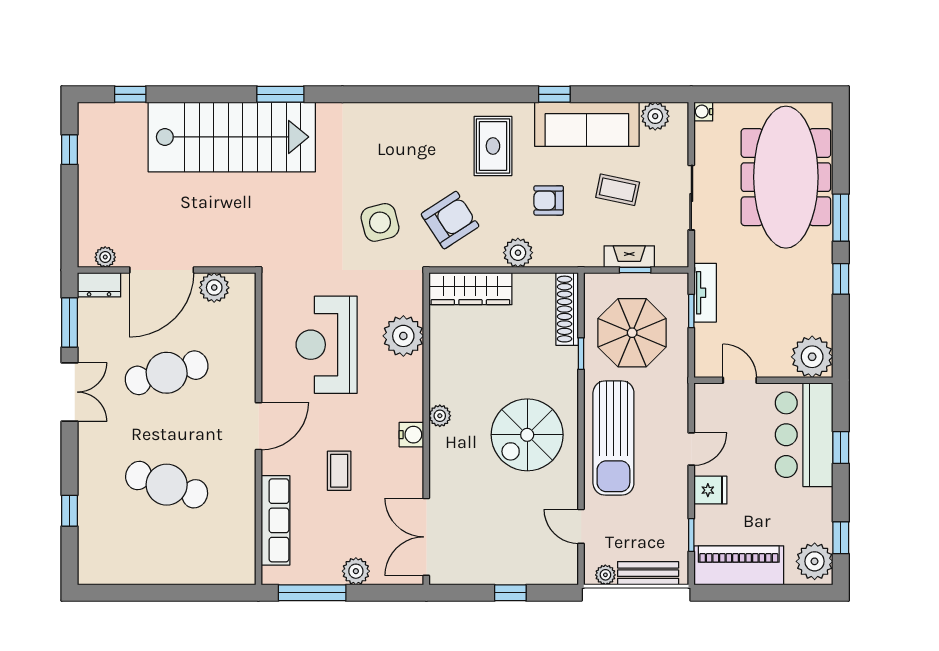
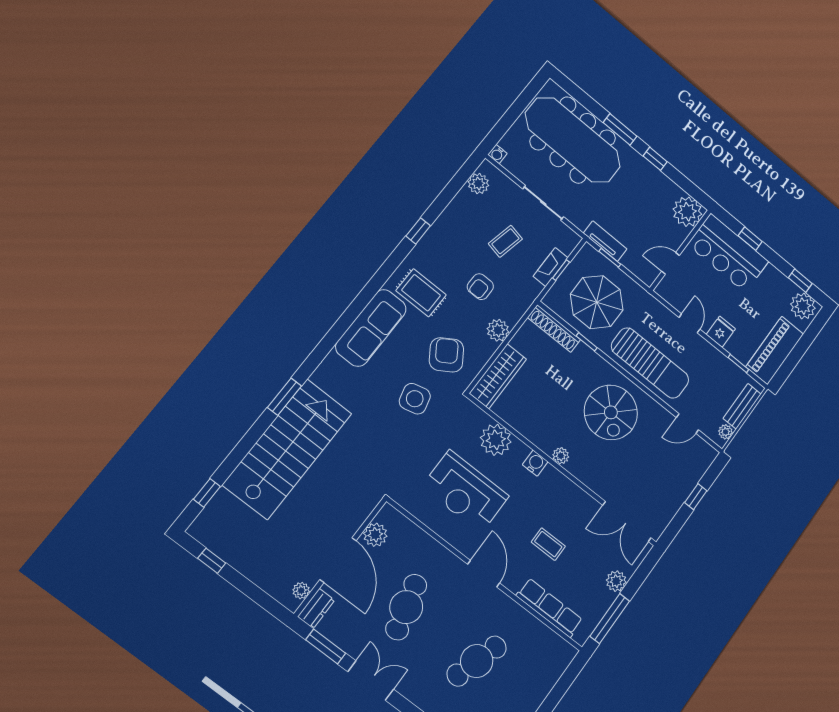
sofa: (587, 124) -> (371, 328), moved
water cooler: (411, 435) -> (535, 463), moved

